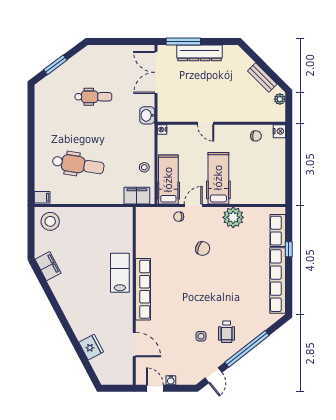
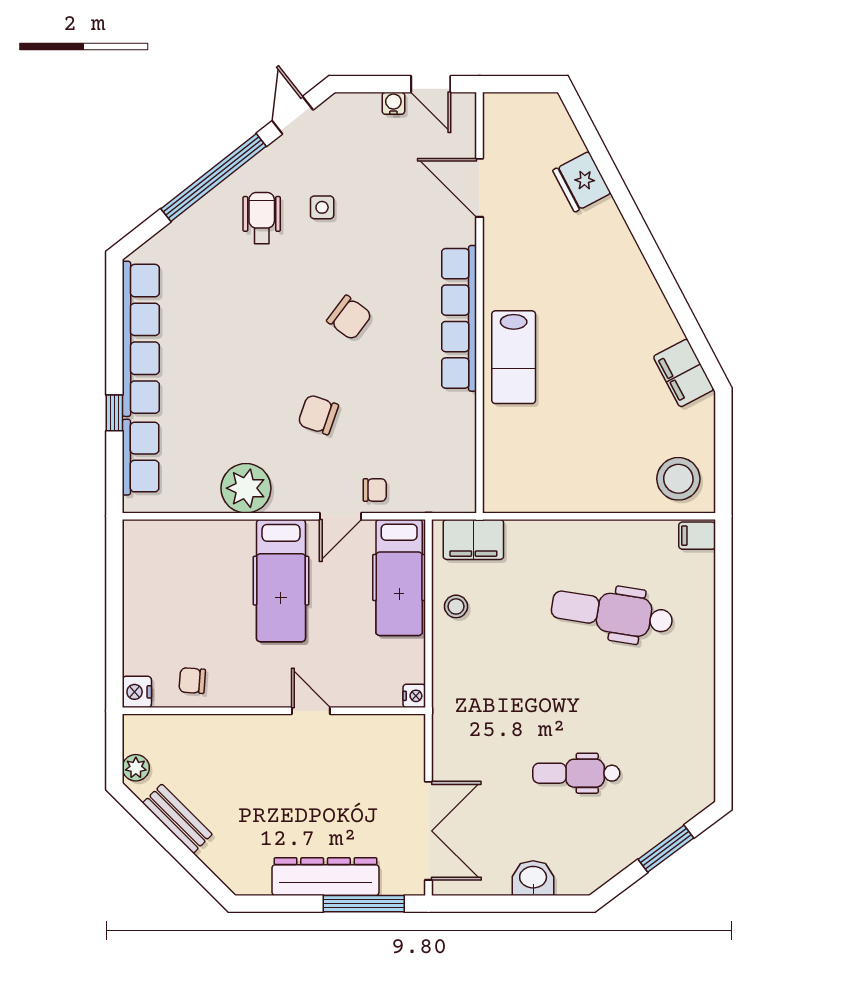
washbasin: (147, 115) -> (533, 878), moved, turned -90
chair: (189, 290) -> (349, 318), added

